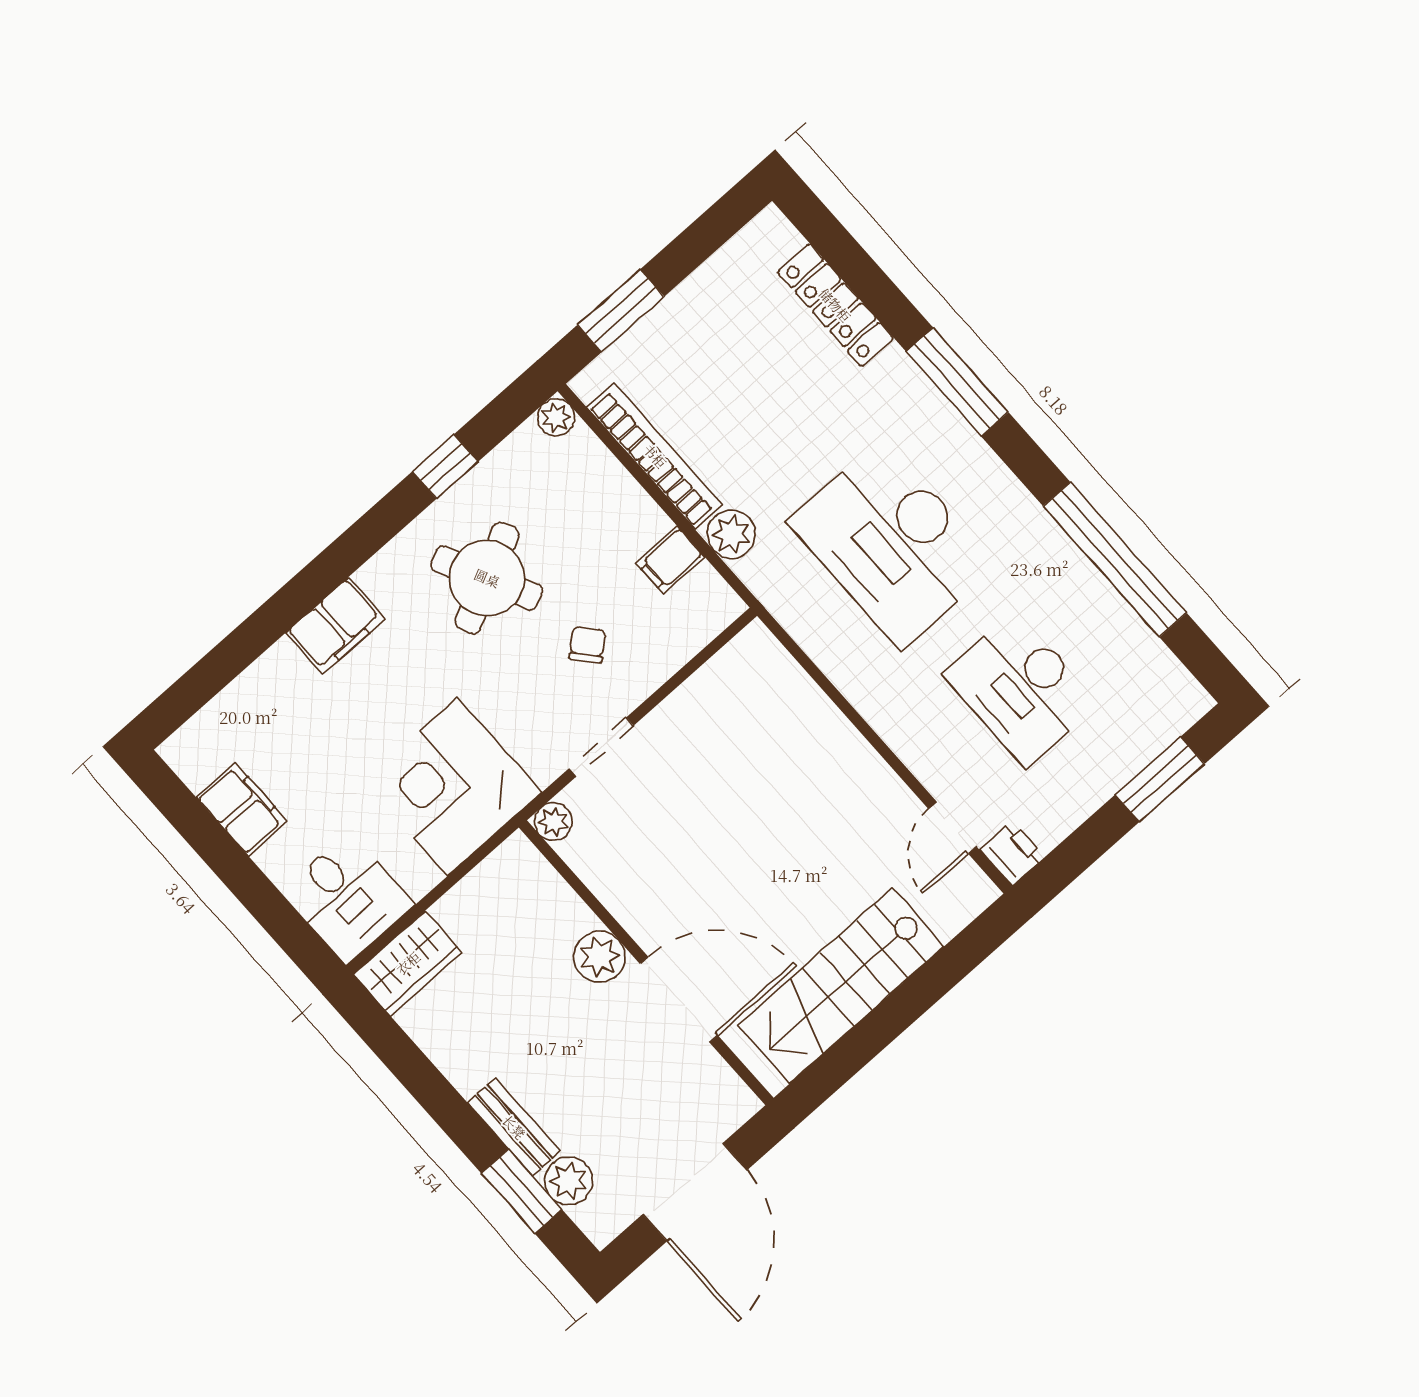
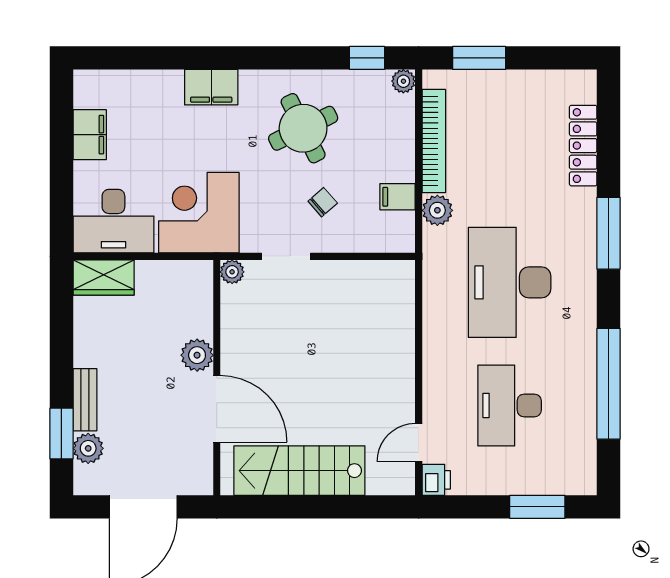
window: (445, 467) -> (367, 58), moved
desk: (348, 898) -> (113, 221), width x1.37

